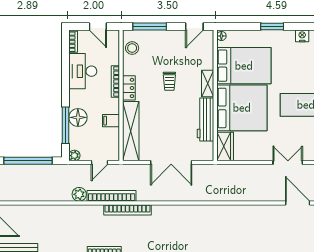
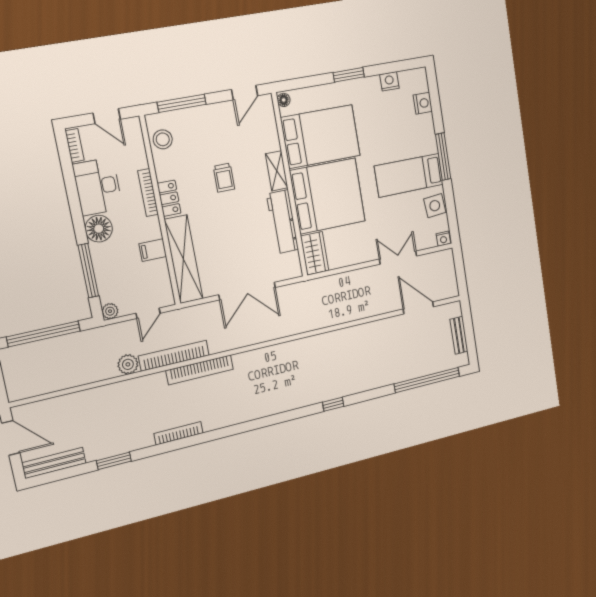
floor lamp: (78, 117) -> (99, 229), moved

